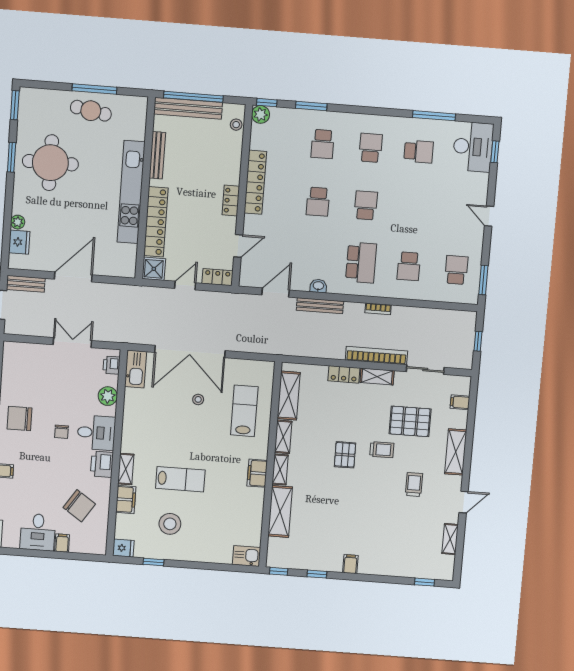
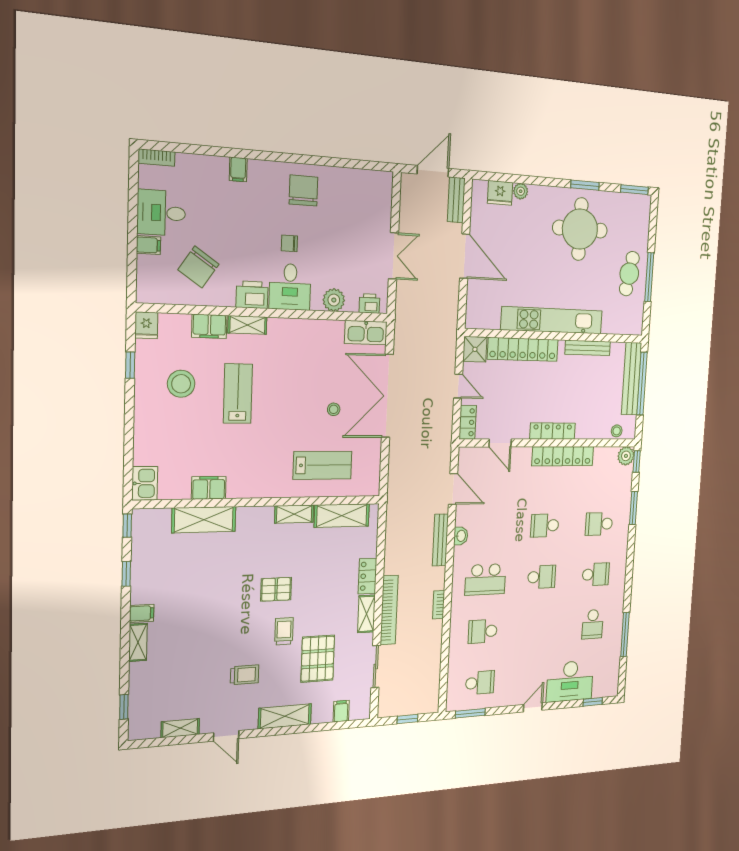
desk: (473, 147) -> (570, 681), moved
locker: (231, 200) -> (553, 431), width x1.53
trolley: (382, 450) -> (284, 631), turned 180
shelving: (280, 469) -> (138, 642), moved, turned 90
filing cabinet: (257, 473) -> (209, 488), moved
lab bench: (180, 479) -> (238, 394), turned 180

